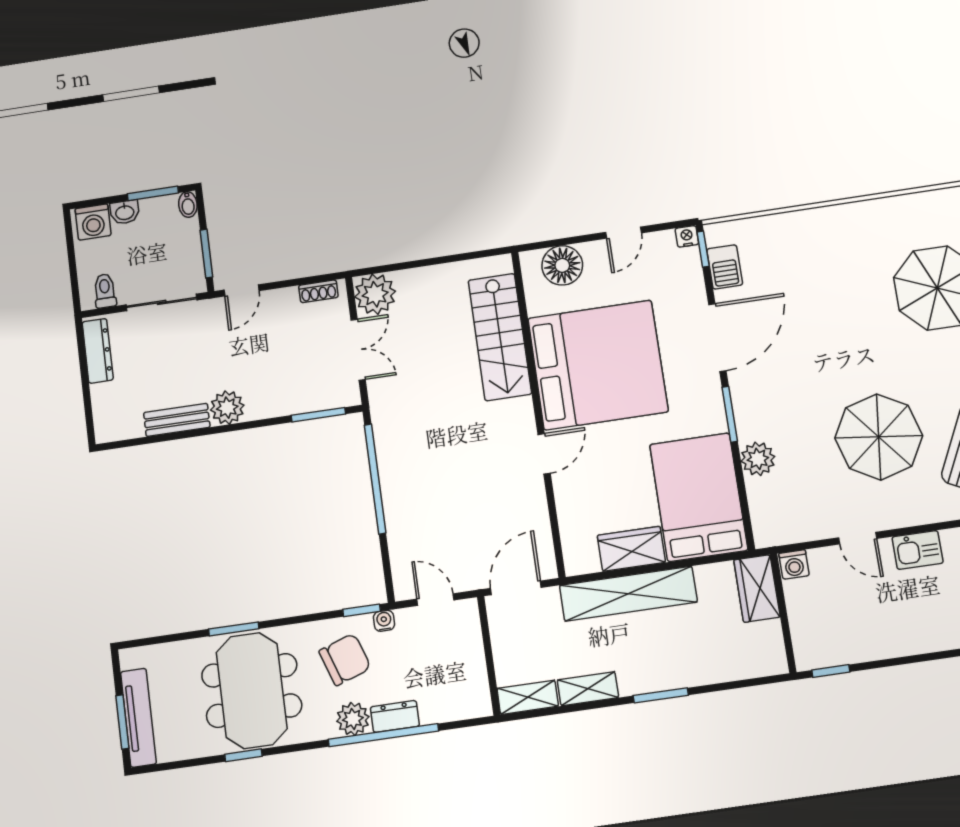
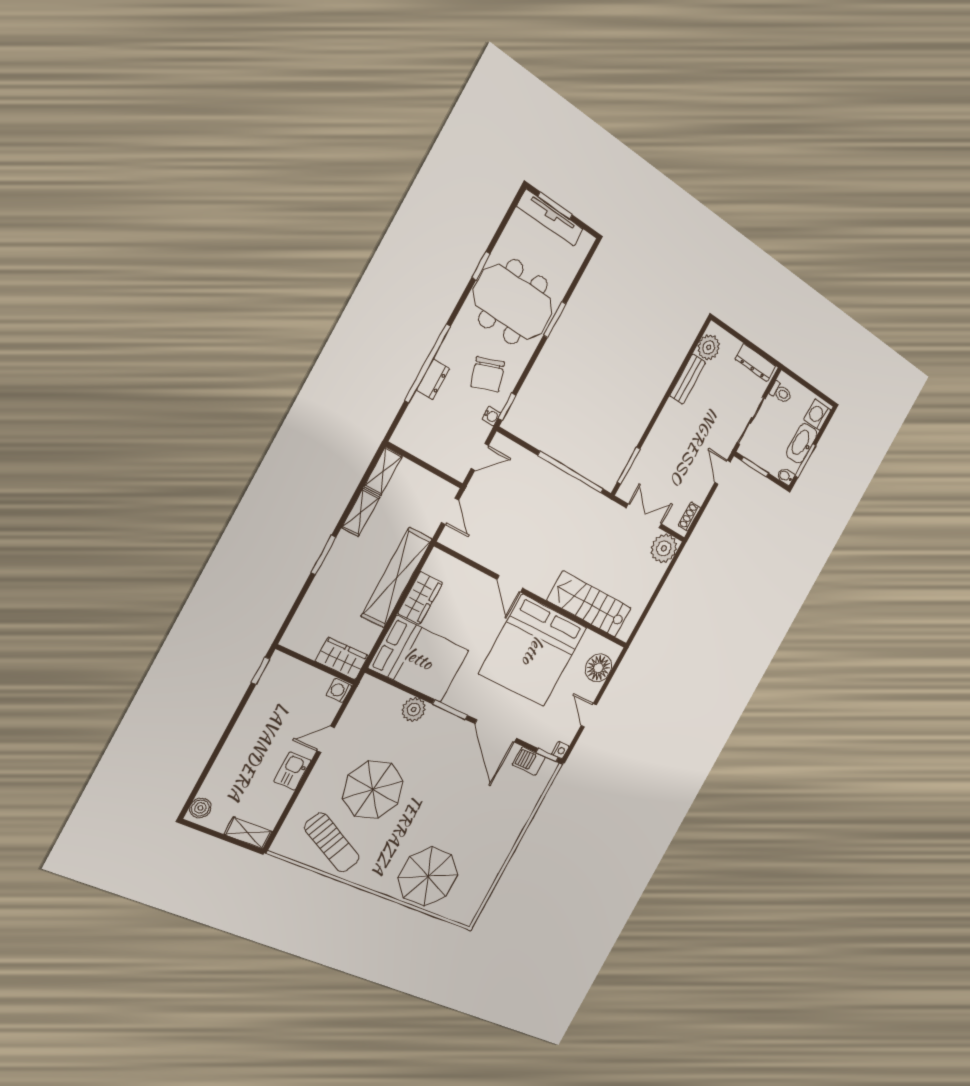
washbasin: (125, 212) -> (802, 443), width x1.91, depth x1.45
double door: (358, 350) -> (644, 516), swing flipped
plant: (227, 408) -> (709, 347), moved
door: (516, 588) -> (450, 511), width x0.73
plant: (353, 719) -> (451, 352), removed

